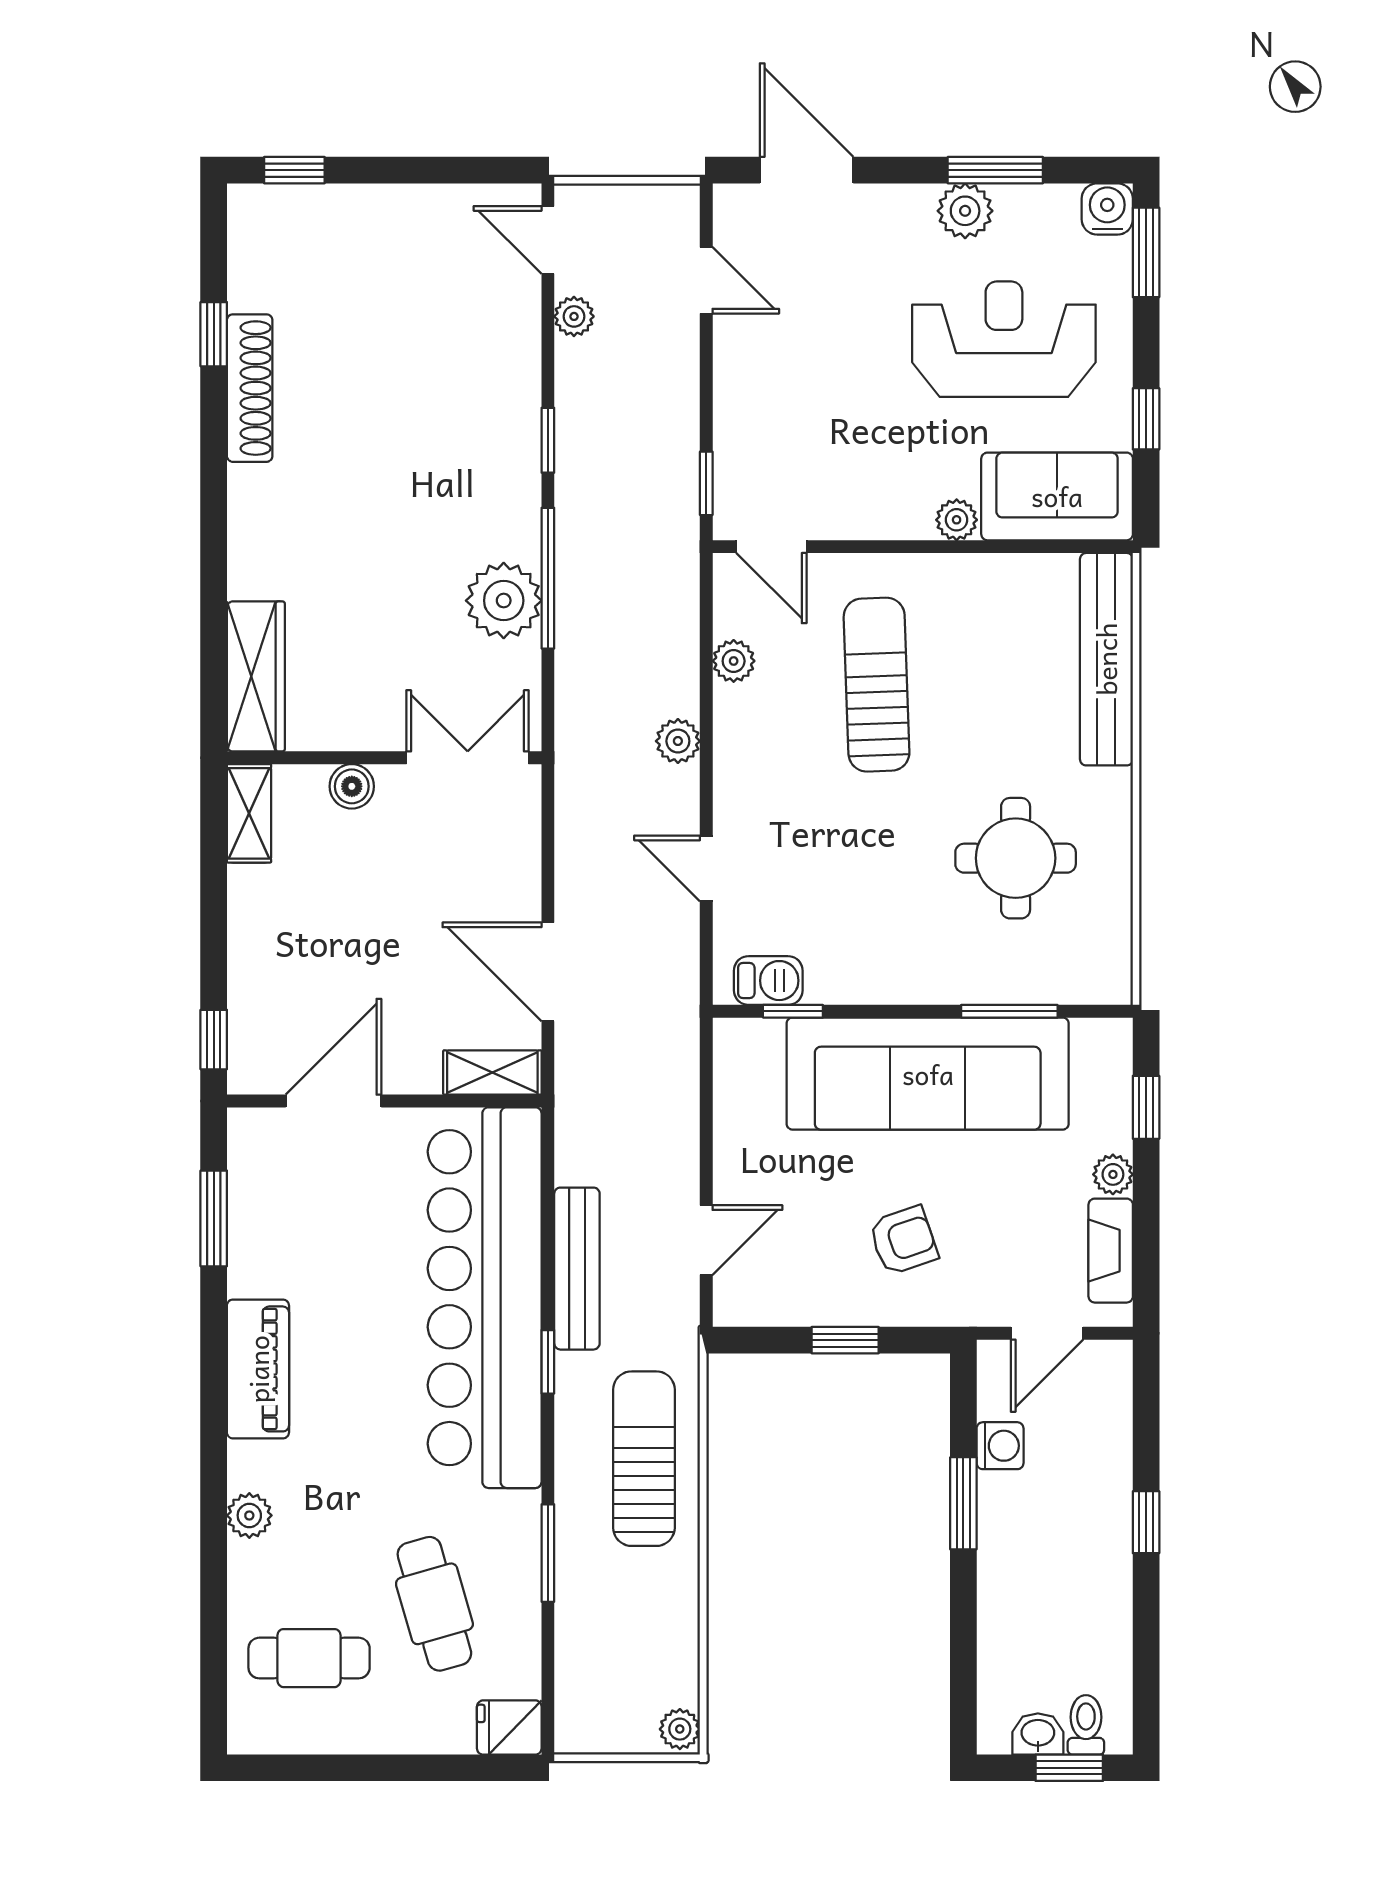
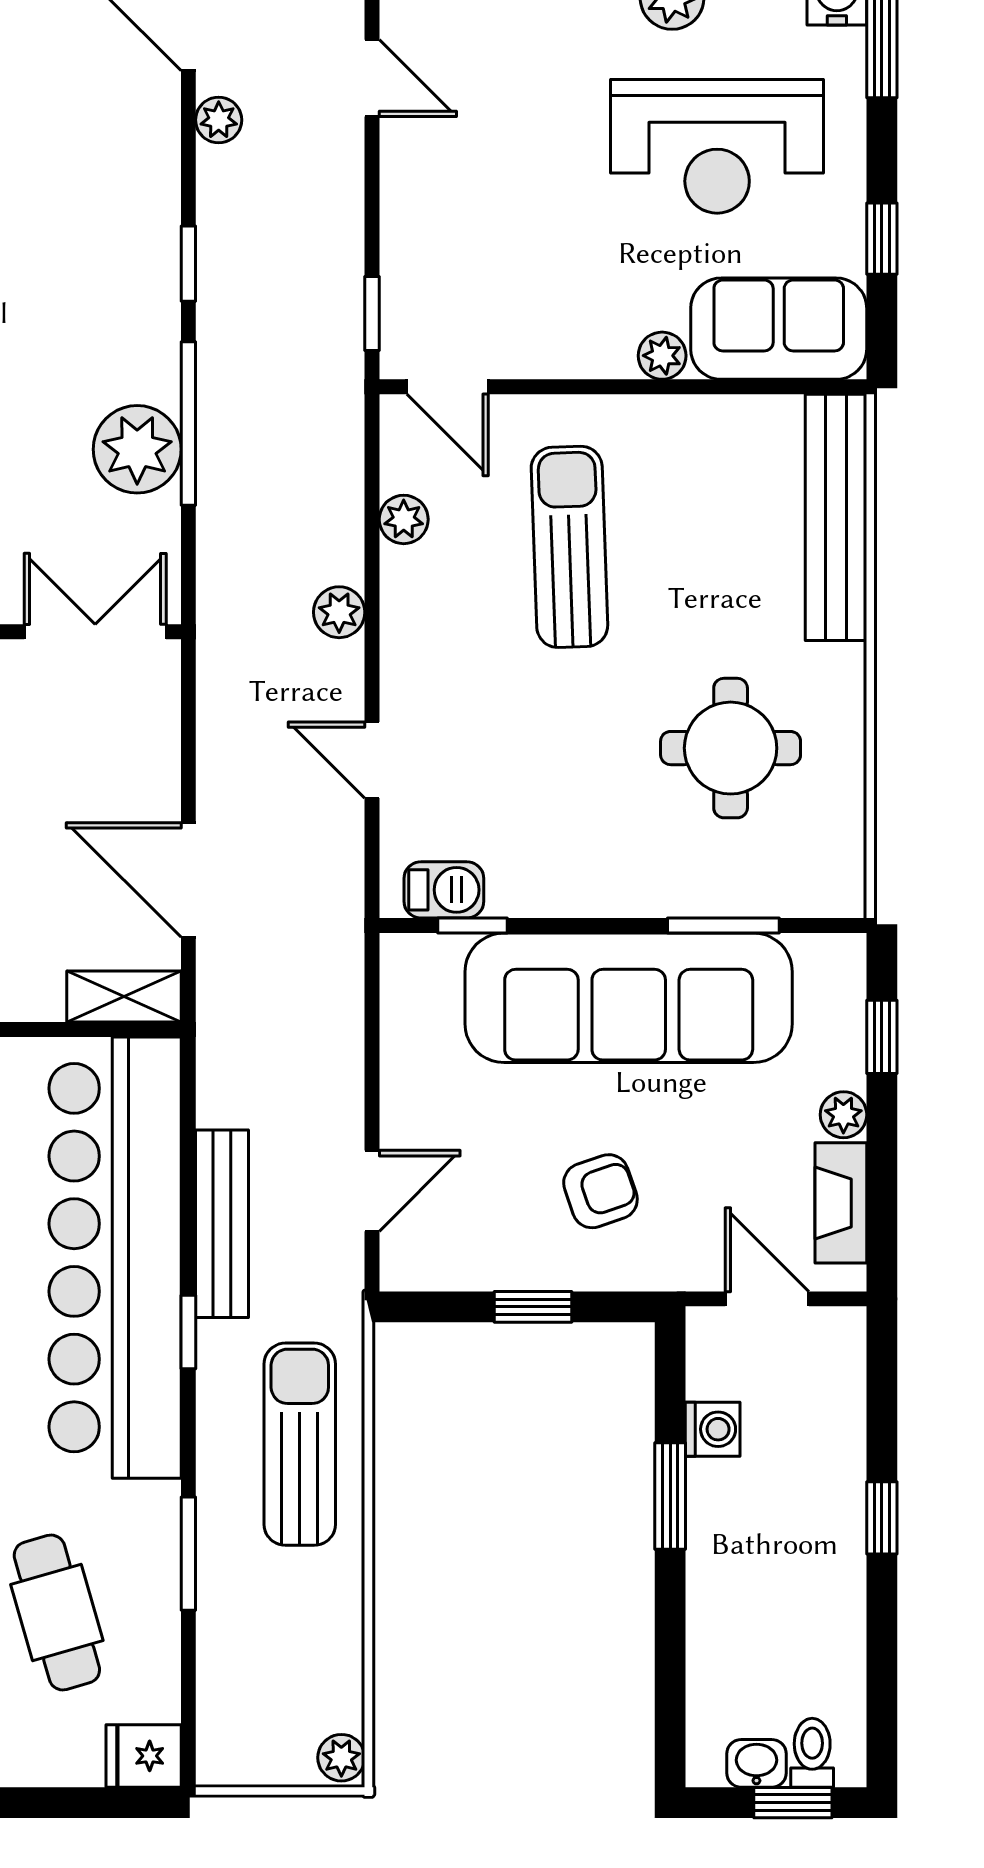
reception desk: (1004, 339) -> (717, 146), turned 180
door: (1047, 1333) -> (767, 1299), swing flipped

